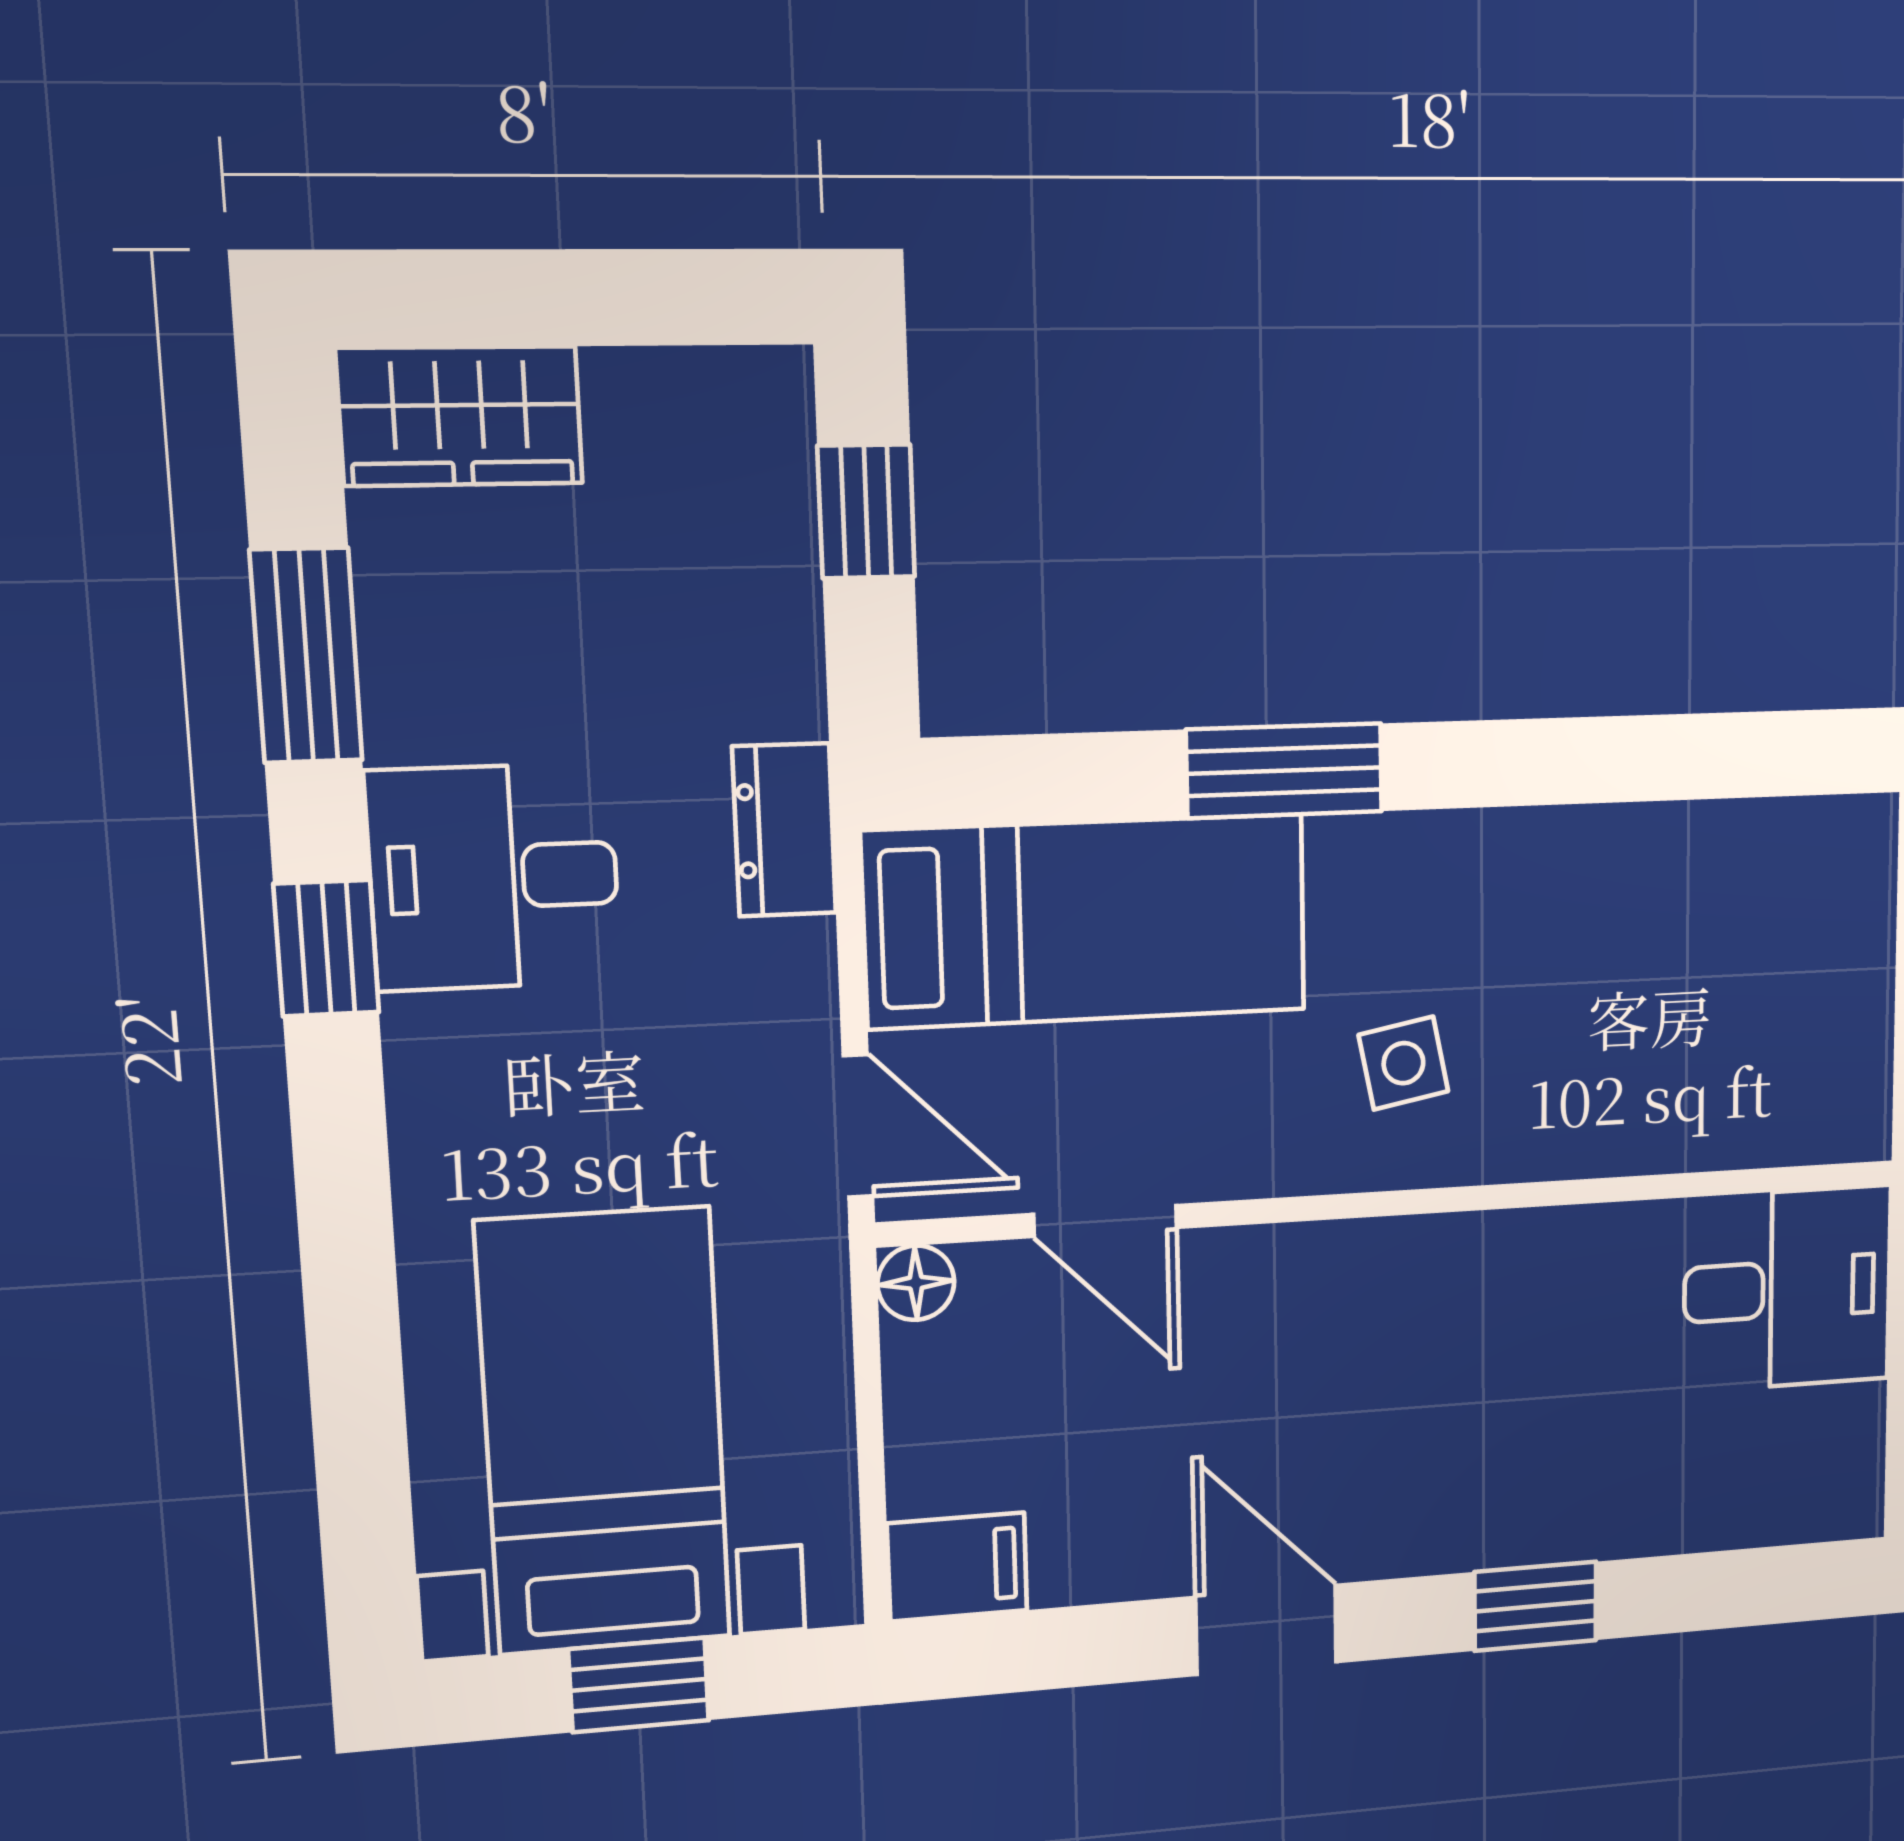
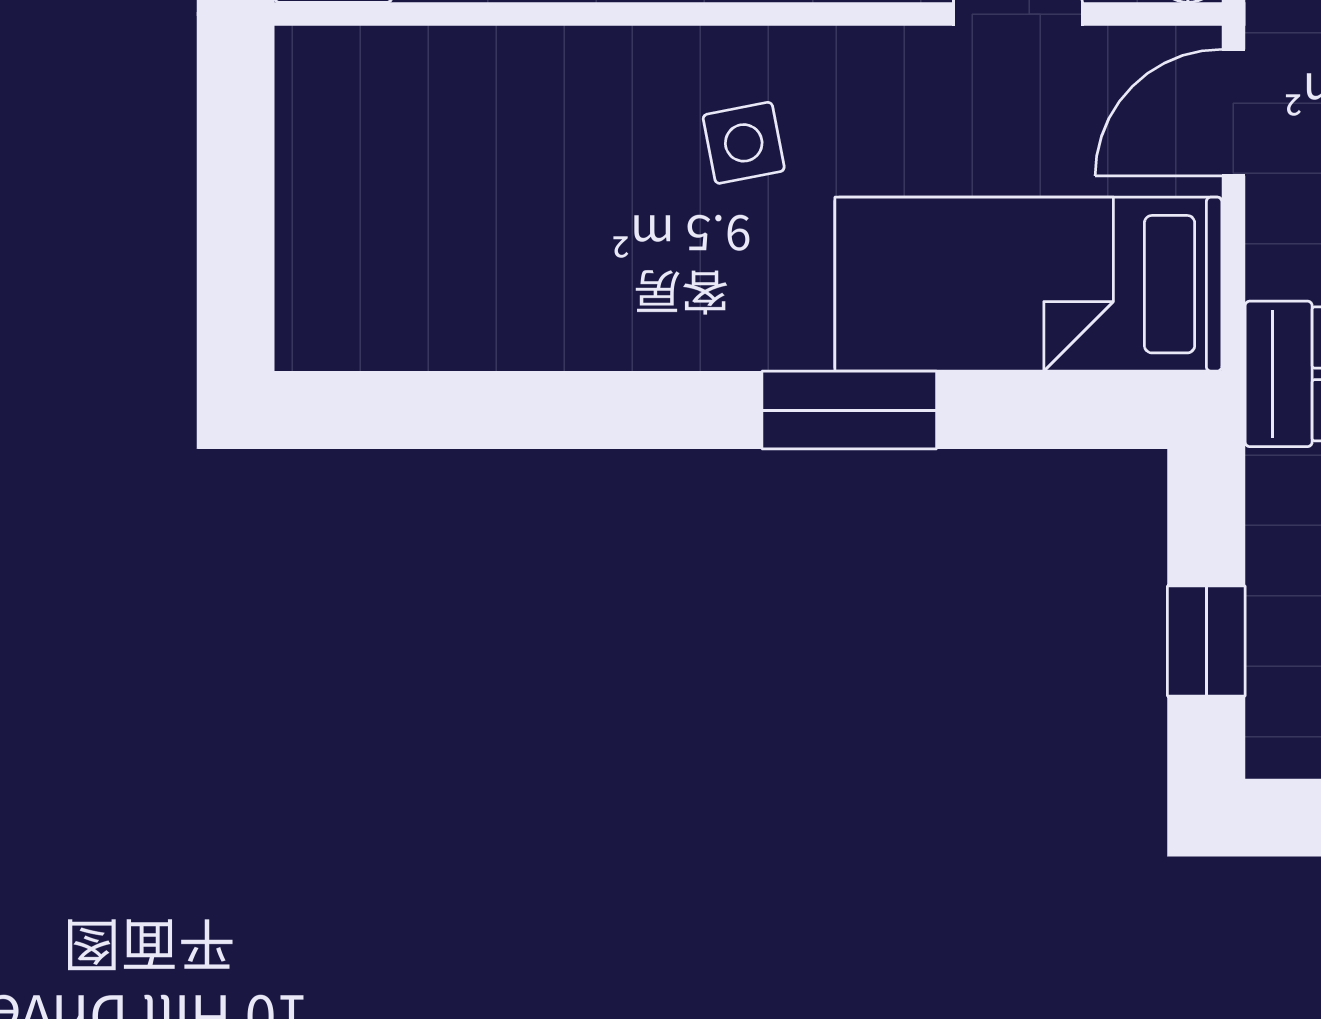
door: (858, 1126) -> (1233, 113), hinge flipped

